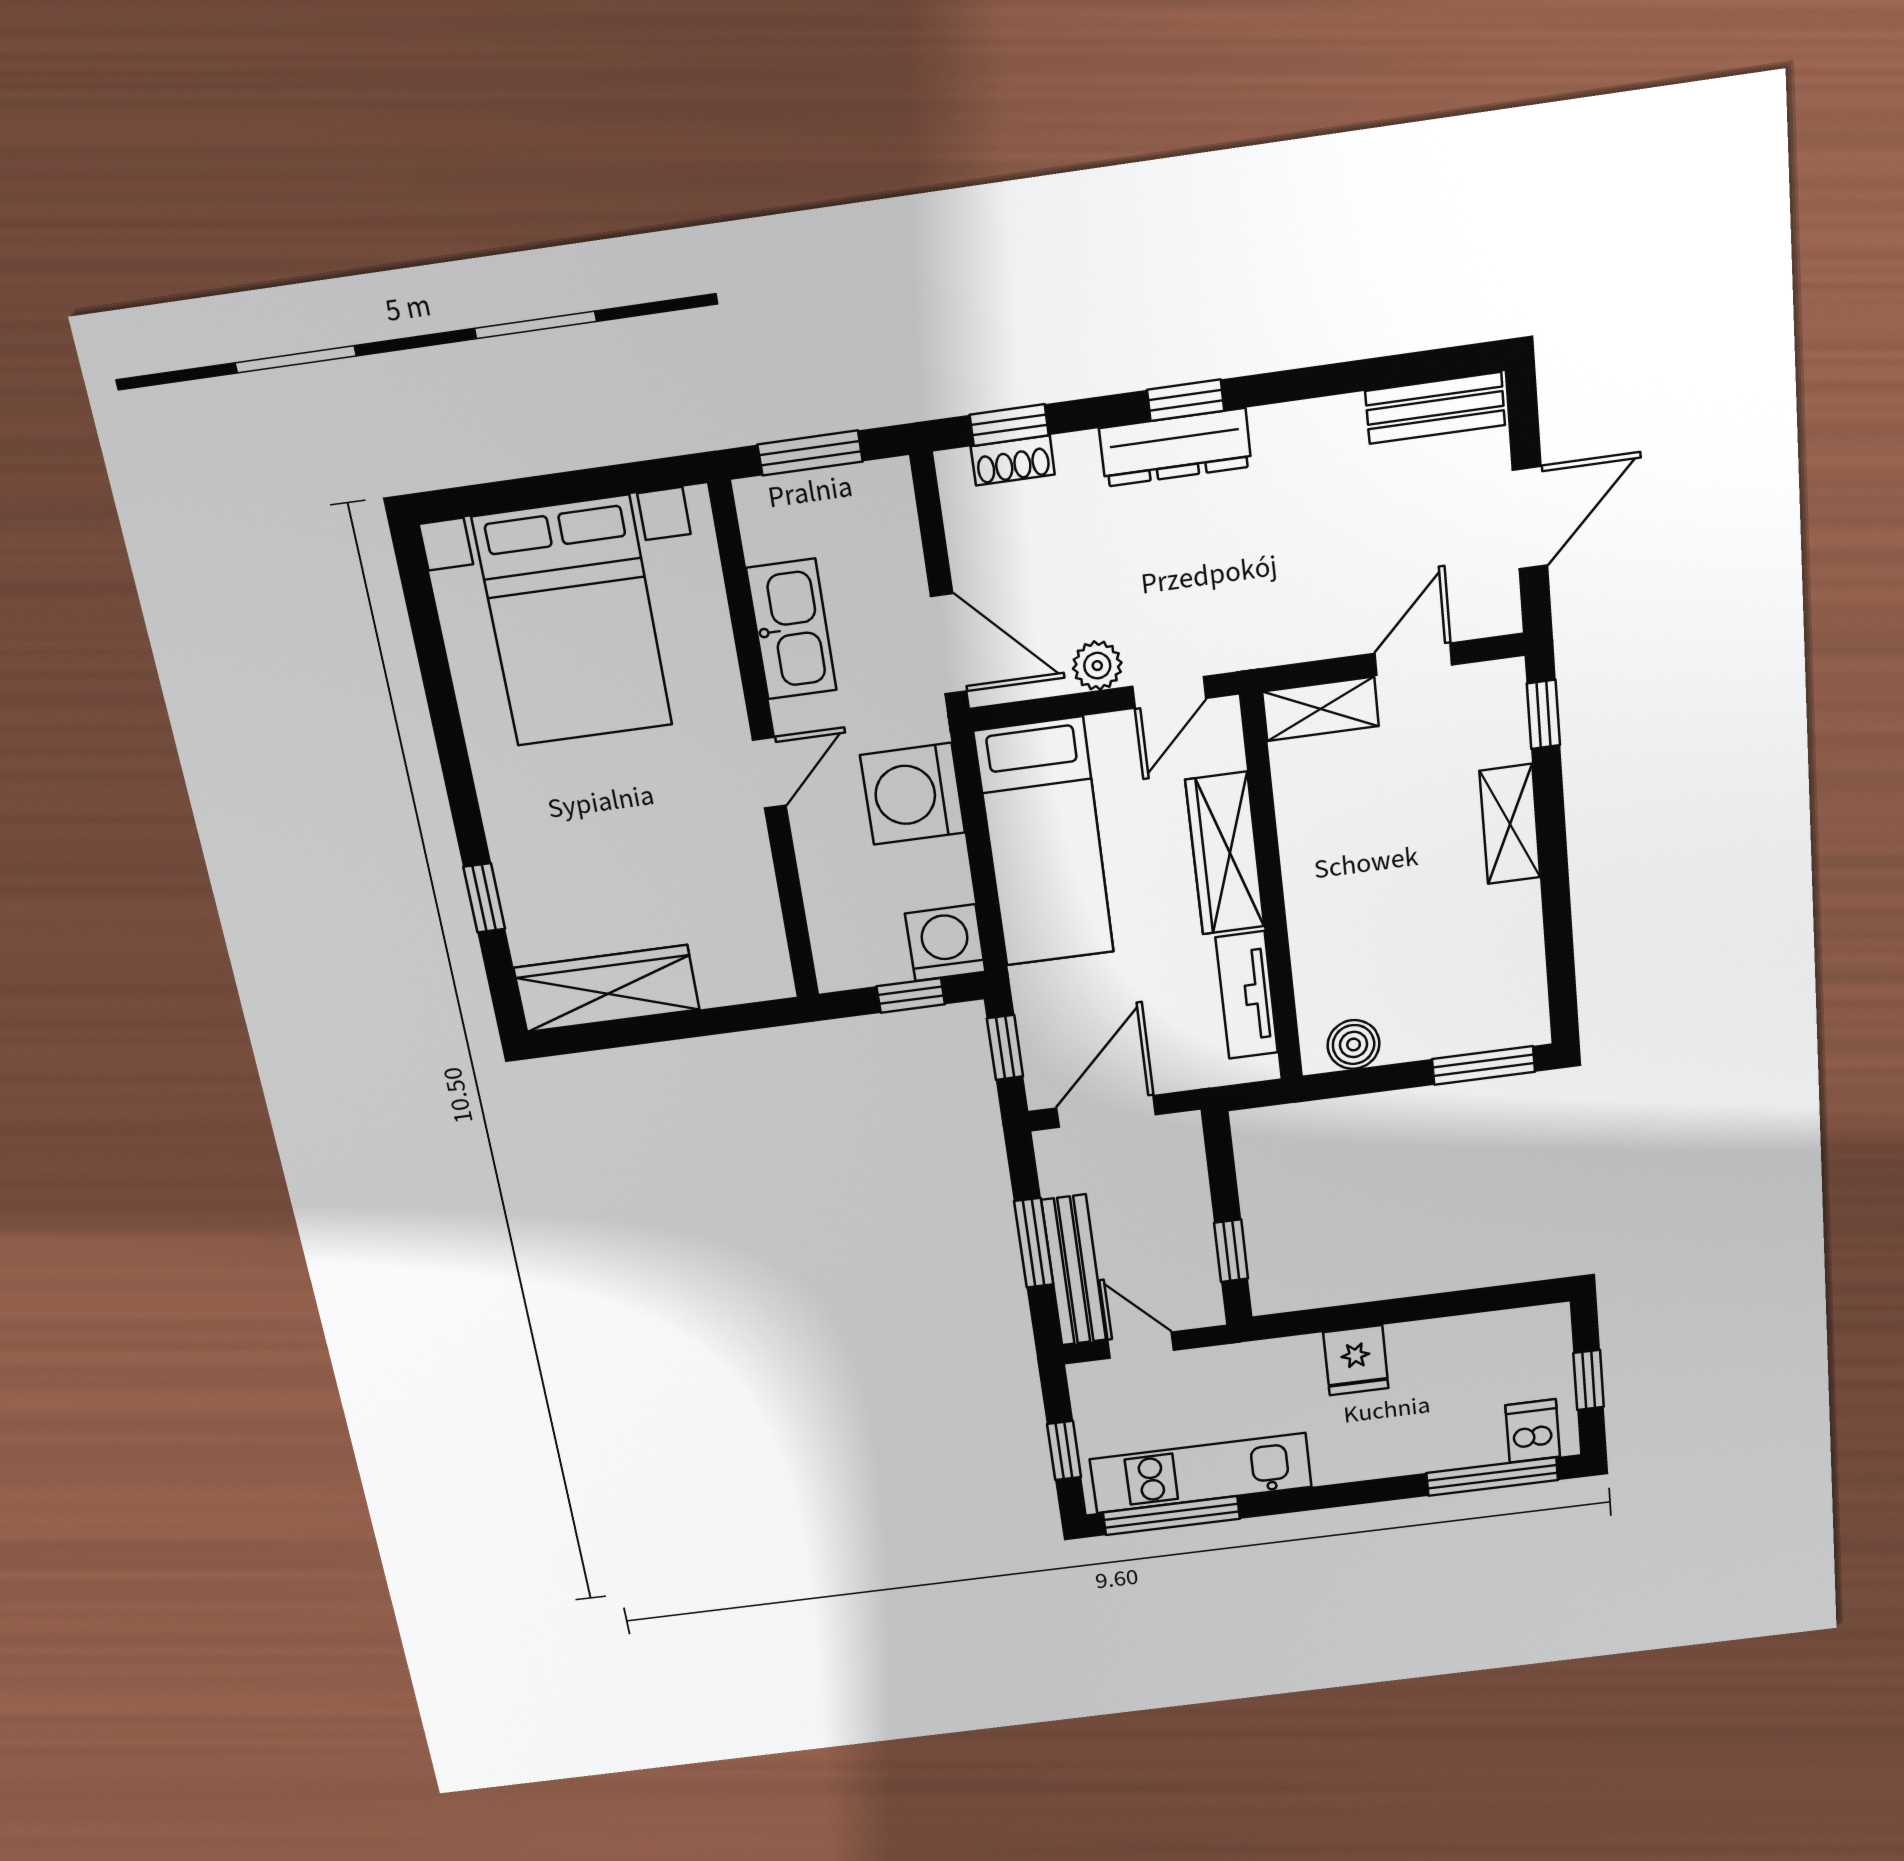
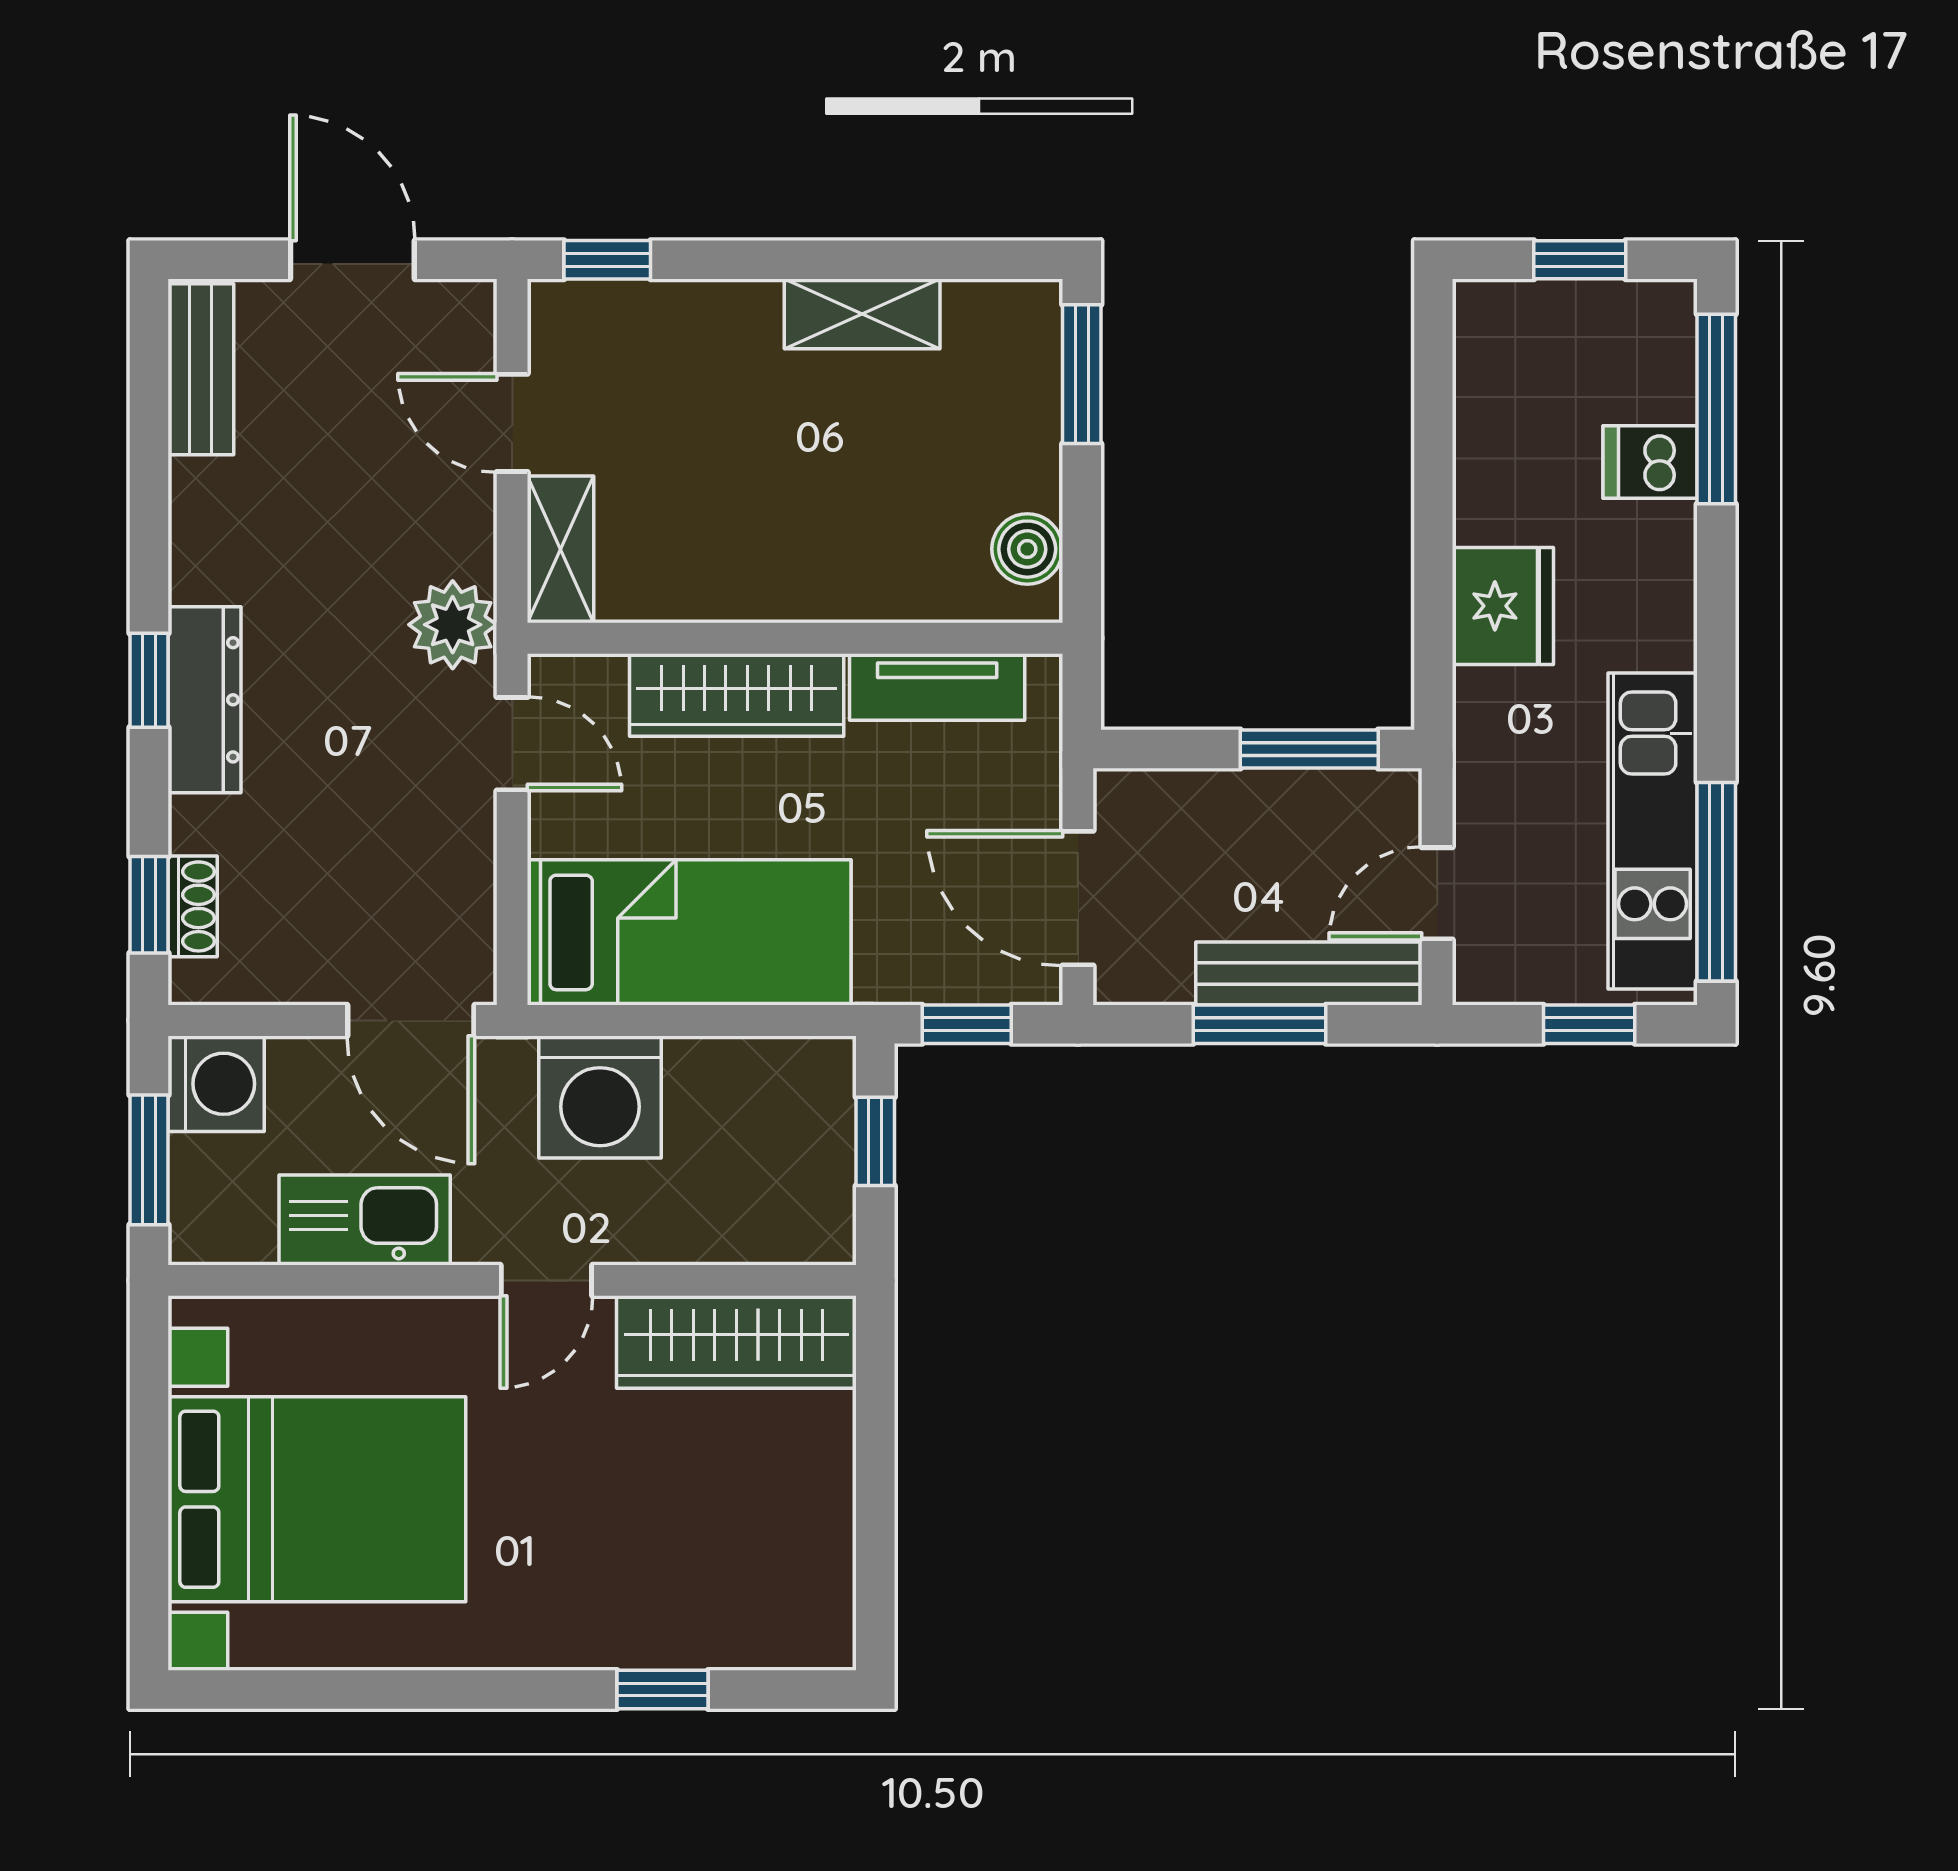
door: (949, 644) -> (411, 1020), swing flipped
plant: (1097, 666) -> (453, 625), moved, width x1.38, depth x1.38
door: (769, 773) -> (546, 1280), swing flipped
shelving: (1510, 824) -> (862, 314), moved
washing machine: (945, 943) -> (216, 1084), moved, turned 180
wardrobe: (607, 989) -> (736, 1342), moved, turned -90
window: (1231, 1251) -> (1309, 749), width x1.50
fridge: (1356, 1360) -> (1503, 606), width x1.38
dishwasher: (1533, 1431) -> (1650, 462), moved

